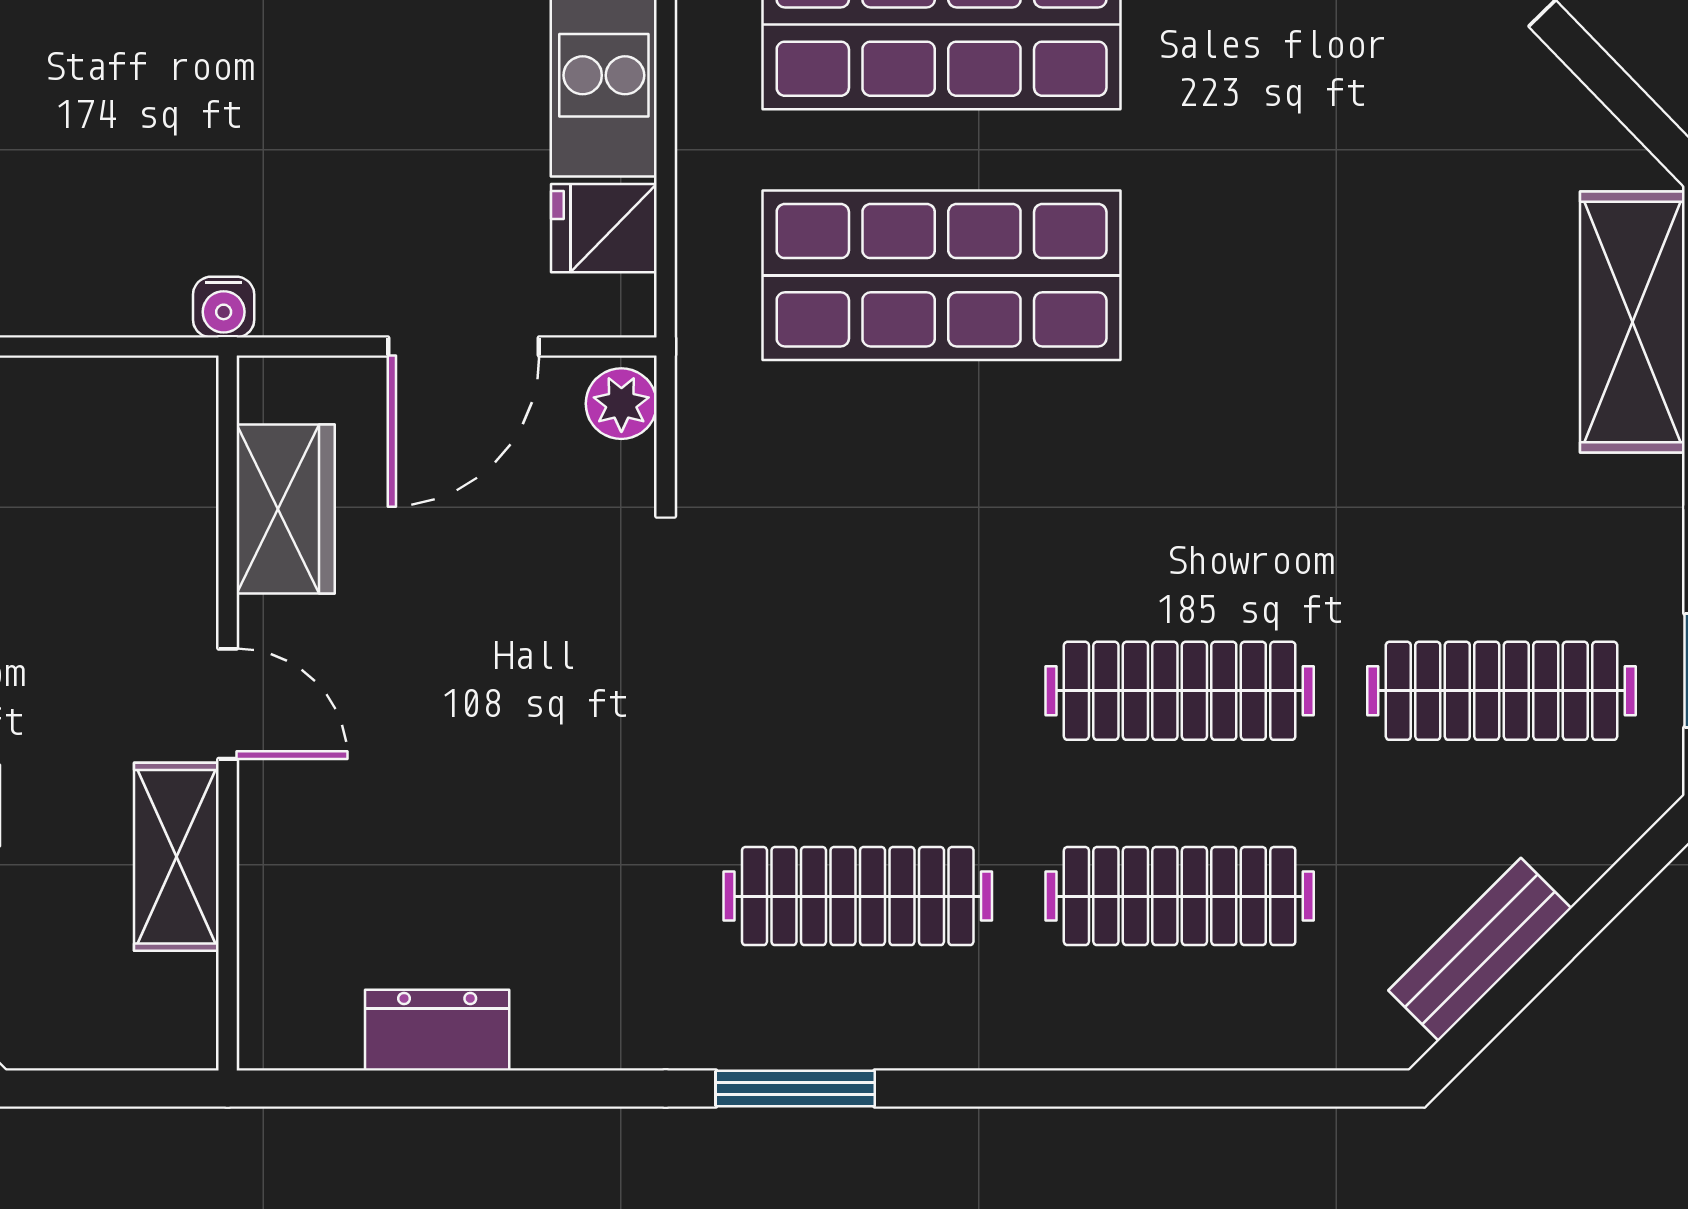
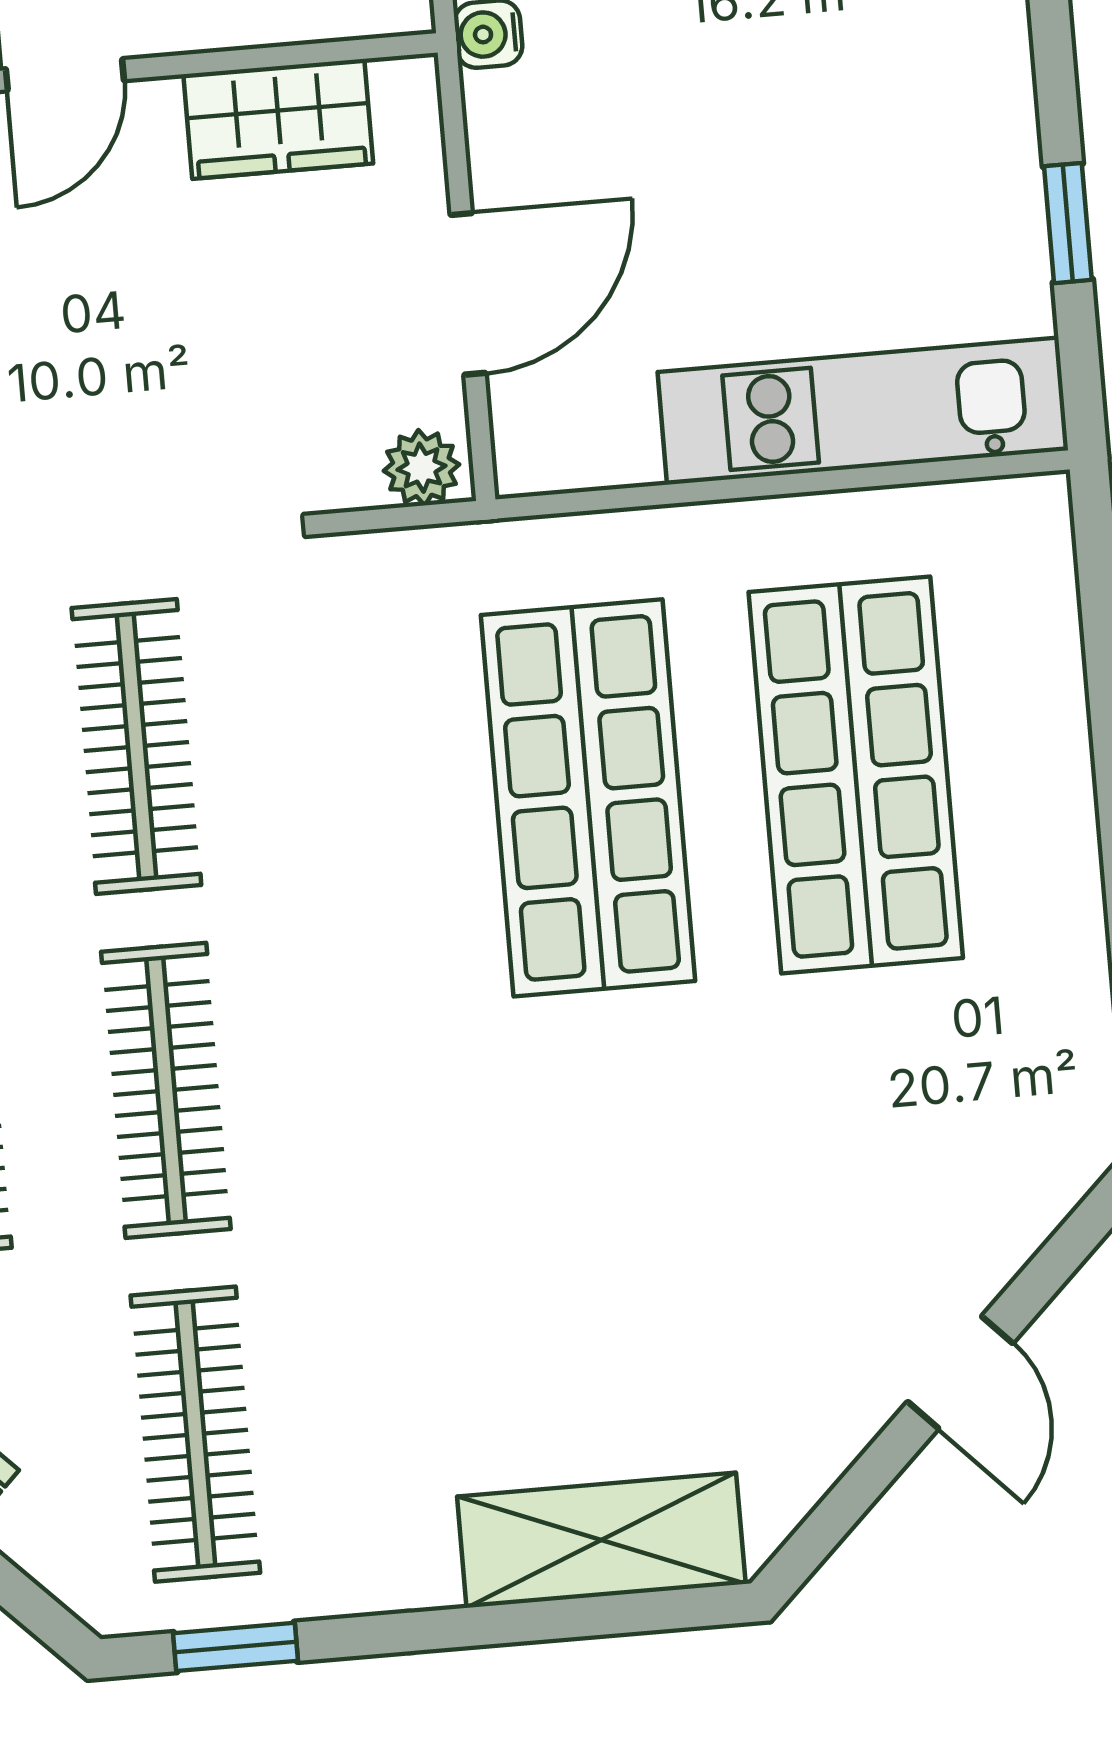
fridge: (604, 228) -> (607, 433), removed
door: (463, 347) -> (468, 294), swing flipped
clothes rail: (858, 691) -> (136, 746), added

